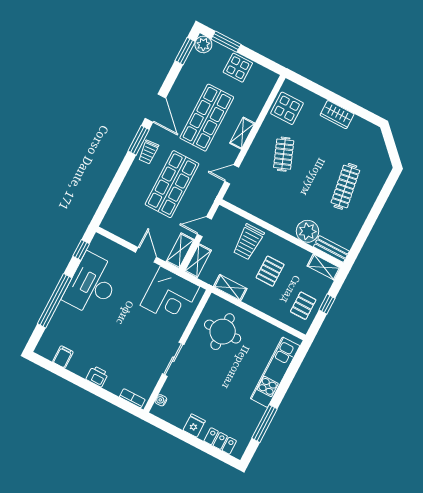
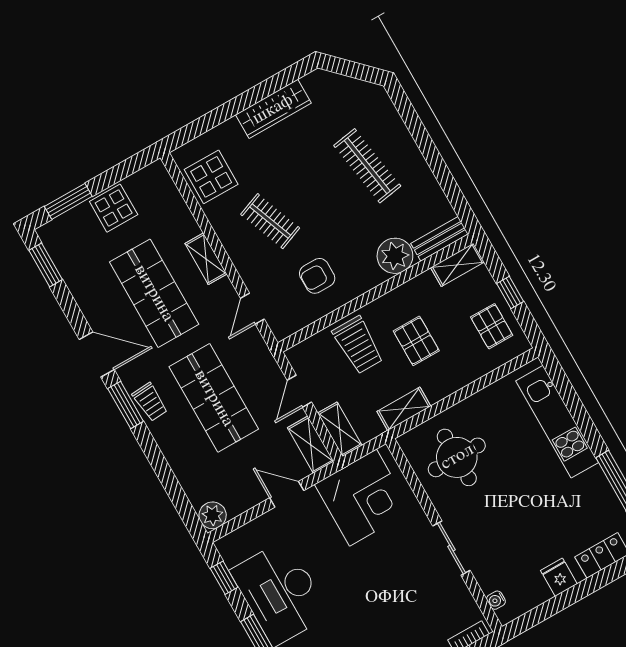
plant: (203, 44) -> (213, 515), moved
wardrobe: (337, 115) -> (273, 109), width x1.50
armchair: (271, 197) -> (317, 276), added

